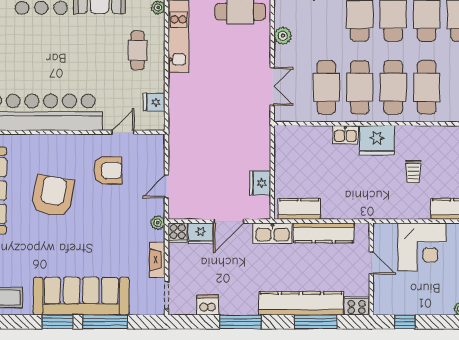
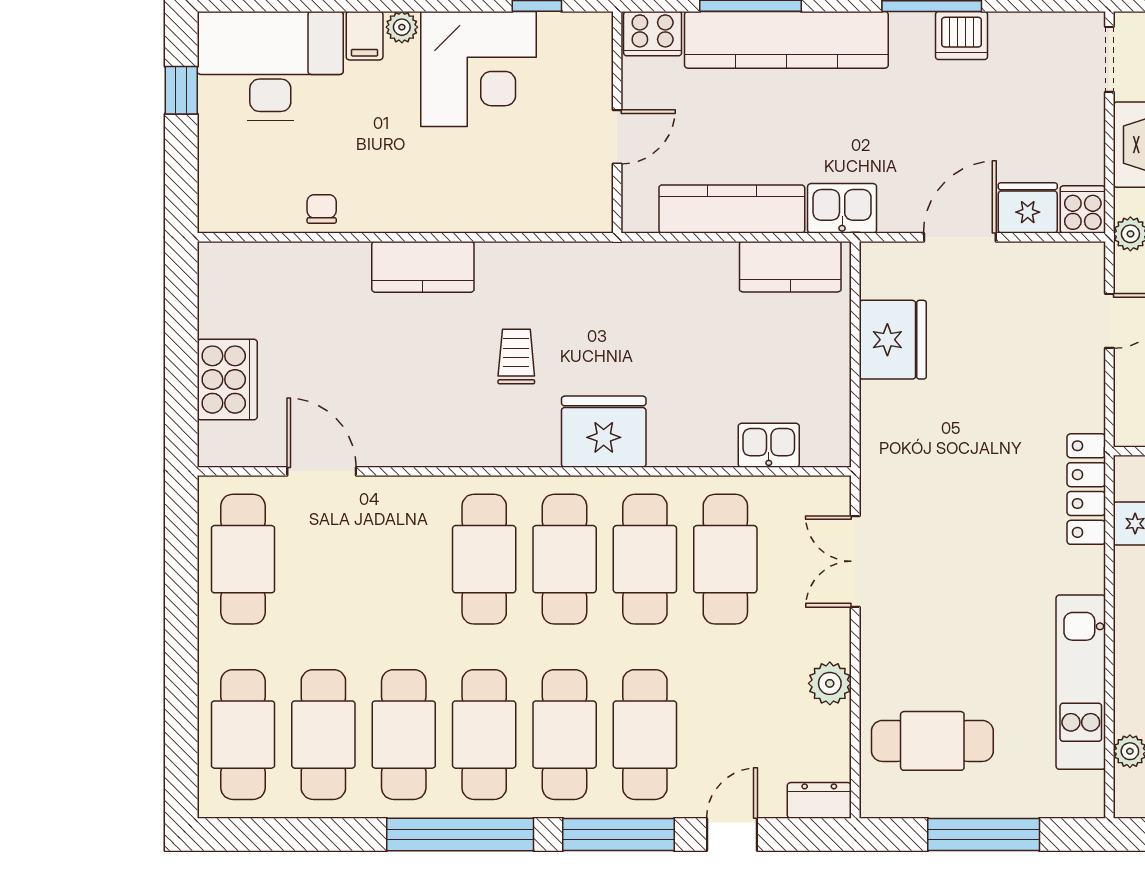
locker: (176, 116) -> (1086, 489), added
kitchen sink: (345, 135) -> (769, 445), moved
fridge: (260, 183) -> (893, 340), width x1.36, depth x1.34
kitchen sink: (272, 233) -> (842, 208), width x0.73
corner desk: (422, 247) -> (479, 69), moved, turned 180
door: (371, 263) -> (617, 137), swing flipped
dishwasher: (208, 305) -> (962, 36), moved

